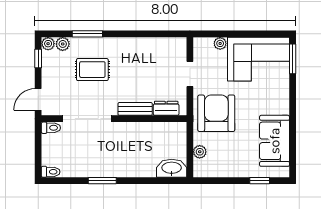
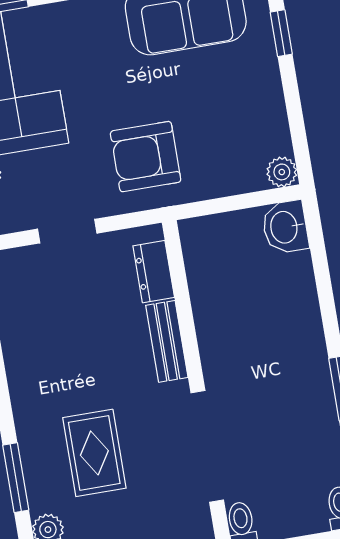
armchair: (216, 113) -> (146, 157), width x0.73, depth x0.73
plant: (200, 152) -> (282, 172), moved
washbasin: (172, 168) -> (285, 227), width x0.72

